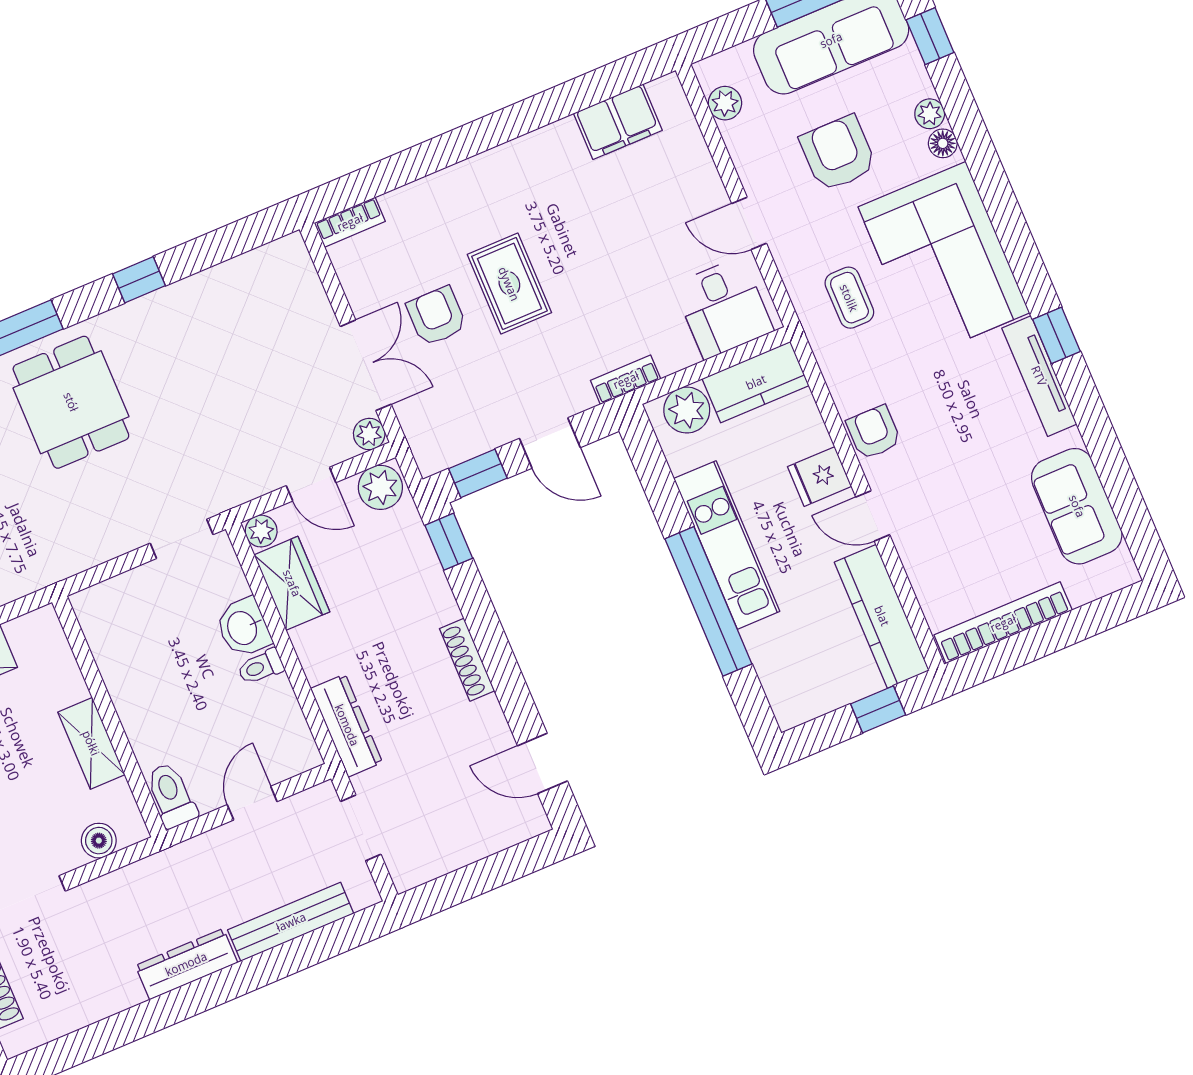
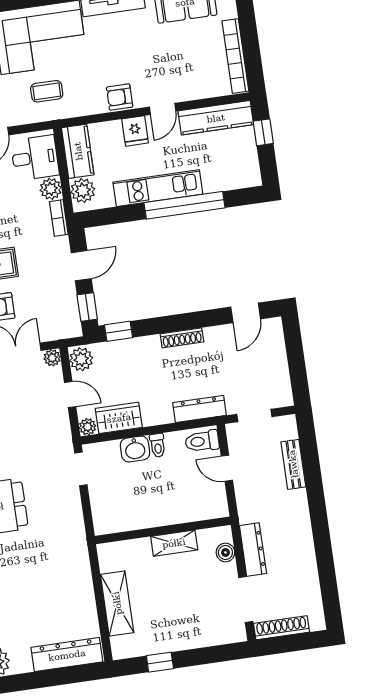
plant: (675, 351) -> (51, 189), added
door: (311, 484) -> (70, 395), hinge flipped
toilet: (171, 795) -> (202, 441), moved
bench: (291, 922) -> (293, 464), width x0.73
dresser: (186, 964) -> (253, 549), moved, turned 180

